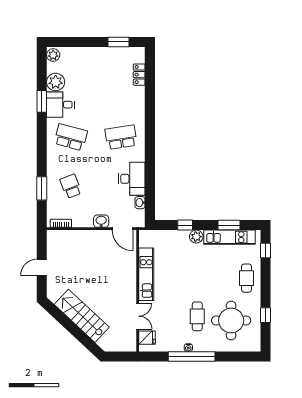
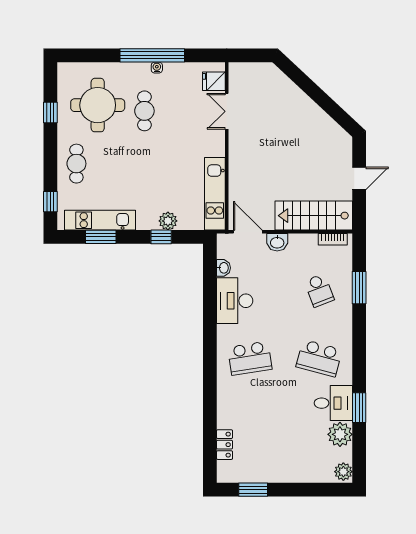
plant: (196, 237) -> (168, 221), moved
kitchen unit: (146, 274) -> (215, 194), moved
stairs: (82, 316) -> (314, 216), moved, turned 137

